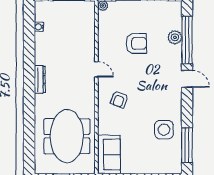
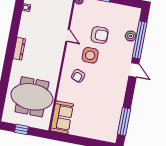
door: (96, 69) -> (67, 36), moved
side table: (164, 130) -> (90, 55), moved
meeting table: (67, 136) -> (32, 97), turned 90

